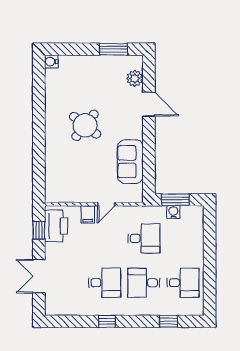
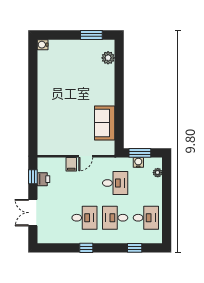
door: (149, 104) -> (119, 78), removed
round table: (85, 125) -> (69, 95), removed
plant: (198, 225) -> (158, 173), added
printer: (56, 226) -> (44, 179), width x0.53, depth x0.68

